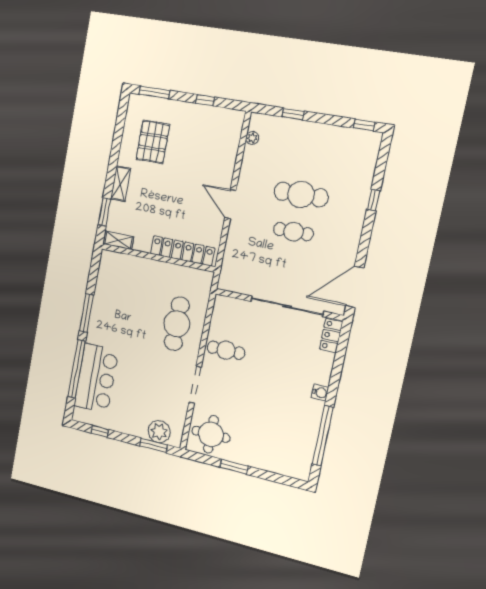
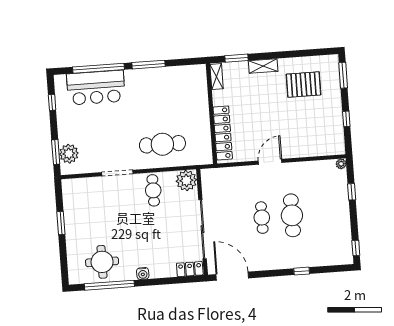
plant: (252, 138) -> (341, 164), moved
plant: (225, 308) -> (186, 180), added
round table: (211, 434) -> (102, 262), moved

